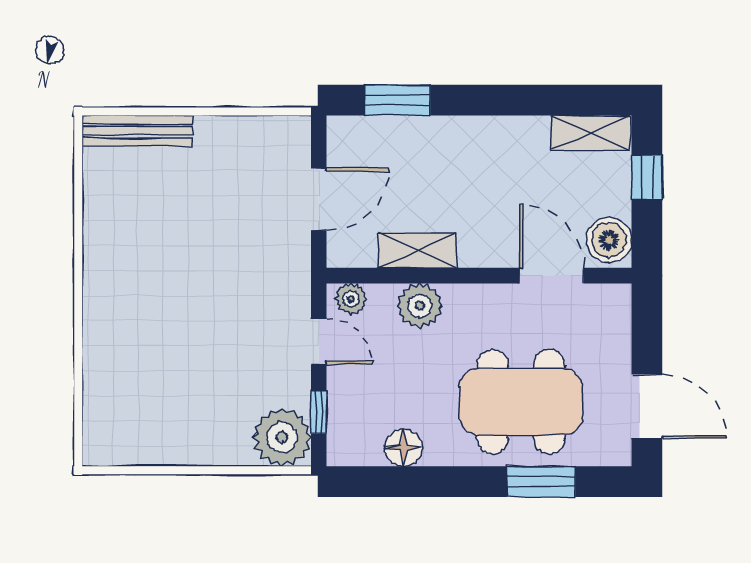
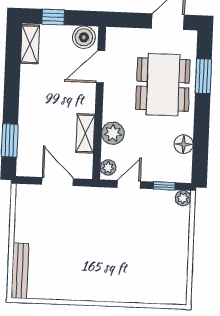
plant: (282, 437) -> (183, 198), width x0.53, depth x0.53

